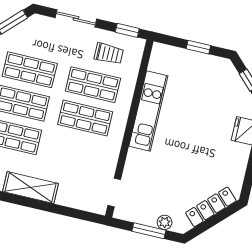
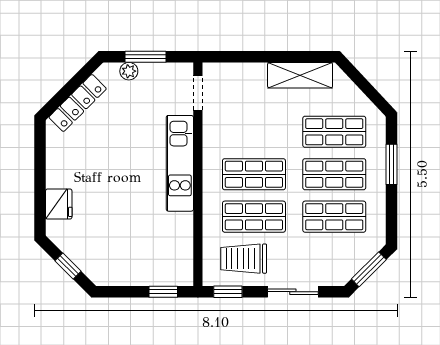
window: (198, 47) -> (163, 292), moved
trolley: (109, 54) -> (244, 259), width x1.36, depth x1.39
kitchen unit: (148, 111) -> (180, 163), moved

